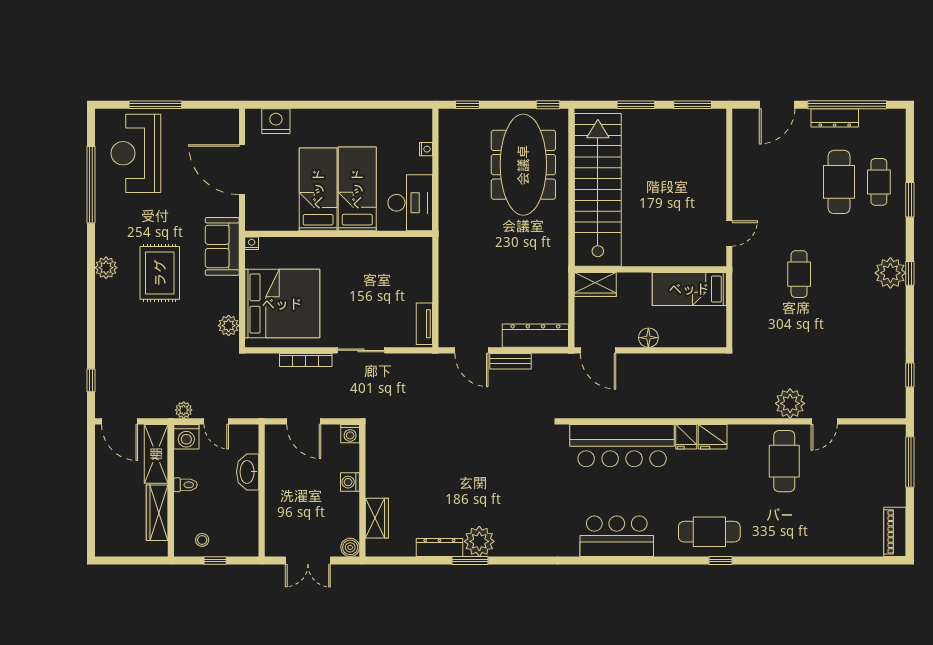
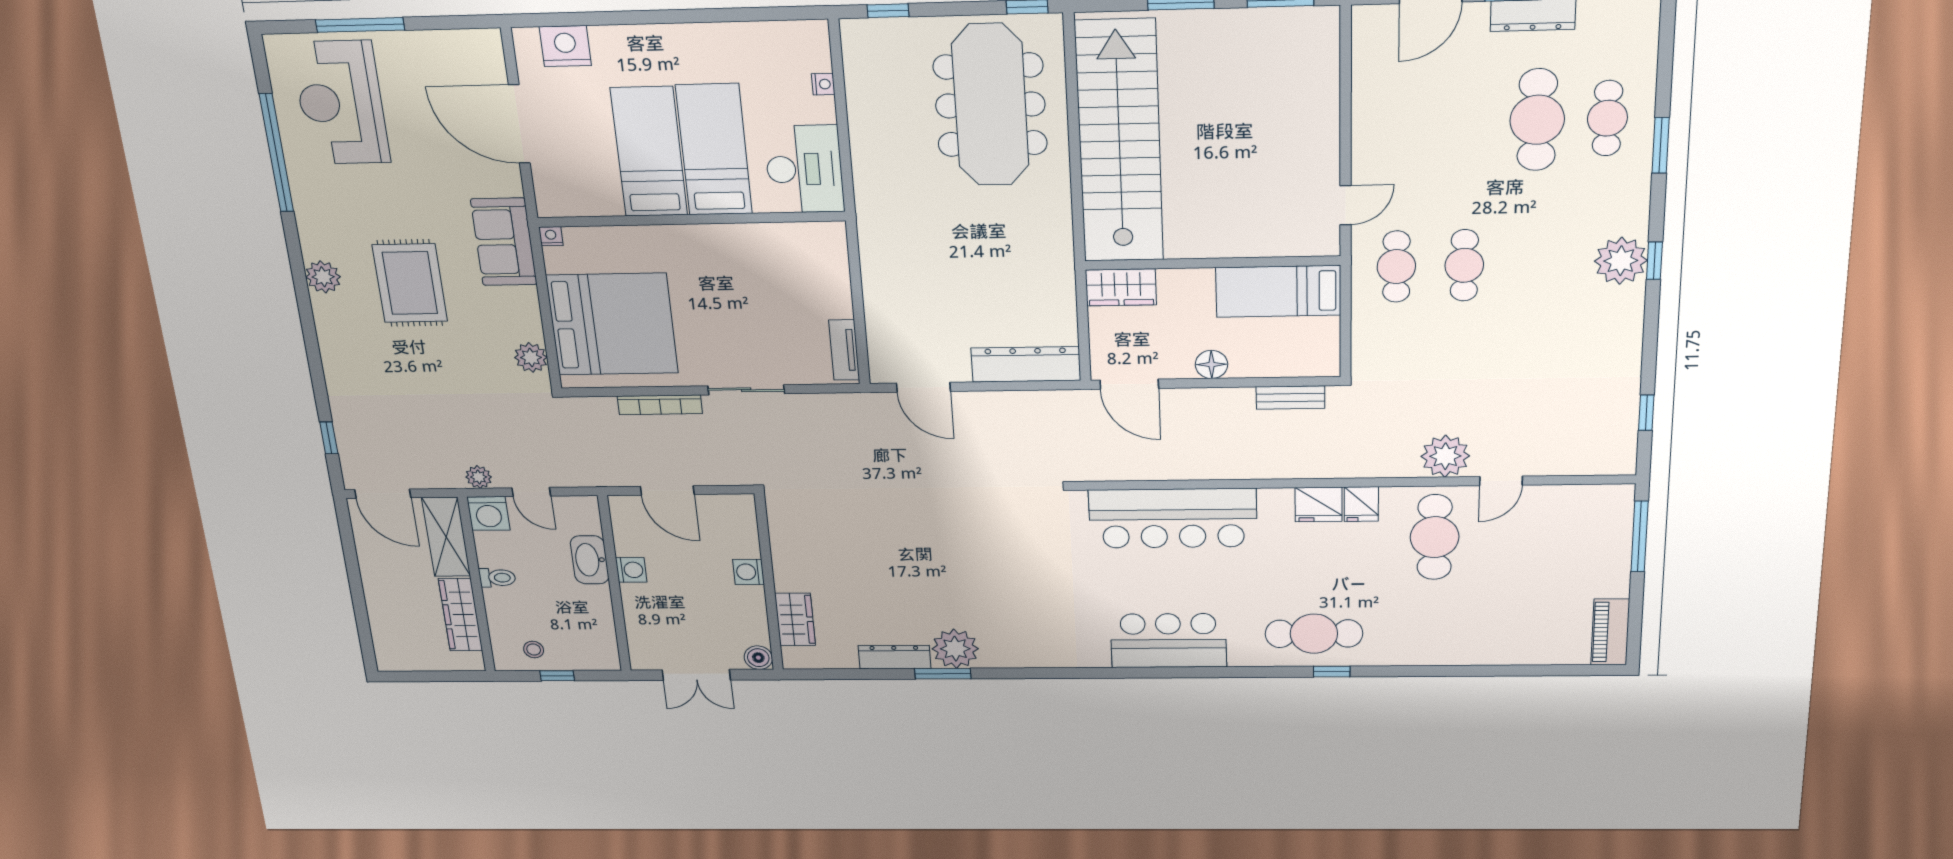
cafe table: (759, 274) -> (1396, 267), added
bench: (510, 361) -> (1290, 398), moved
washing machine: (350, 434) -> (631, 570), moved, turned -90
fridge: (686, 437) -> (1361, 504), moved

